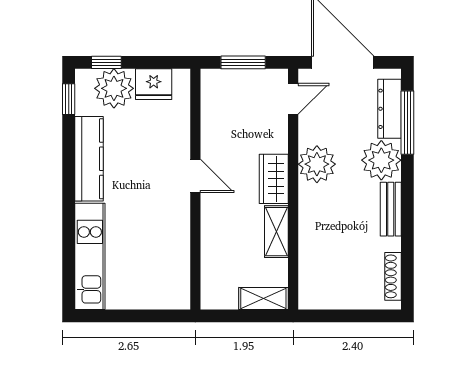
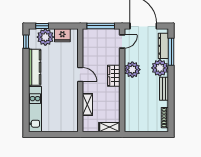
window: (243, 62) -> (101, 26), width x1.44
shelving: (276, 232) -> (87, 104), moved

